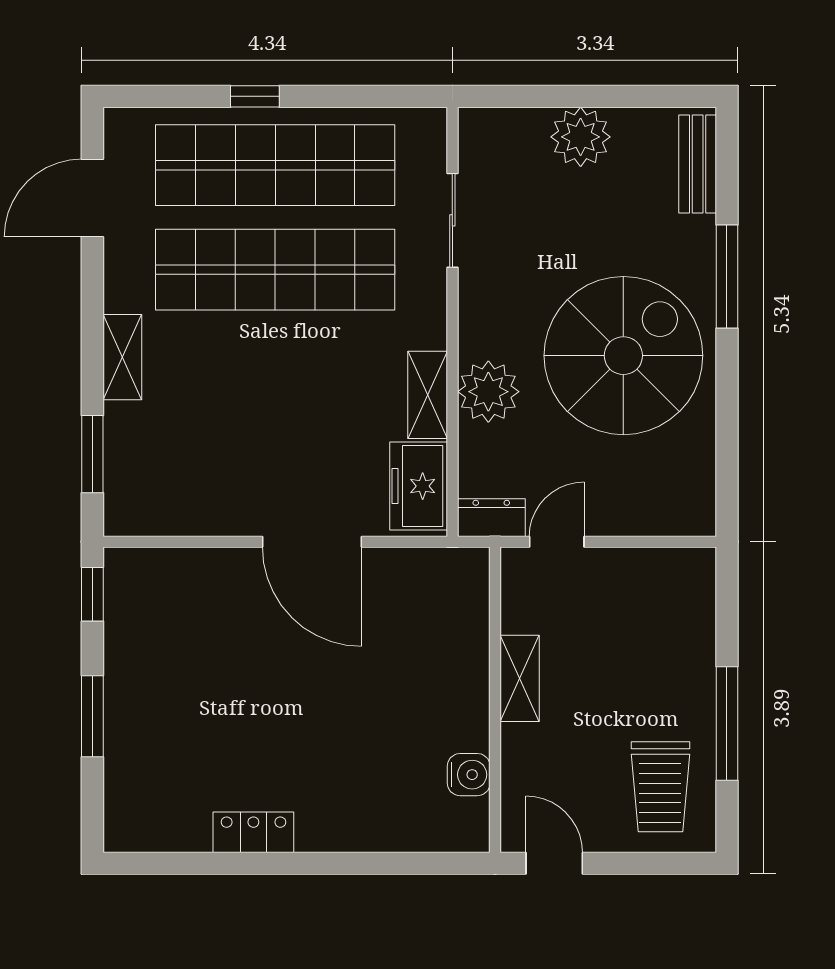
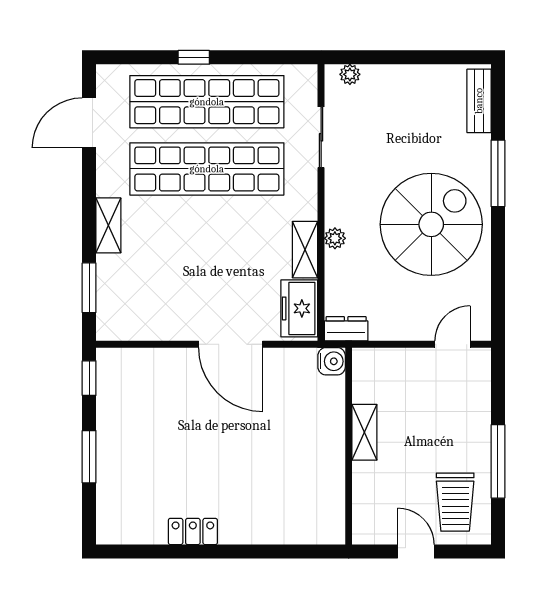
plant: (581, 137) -> (350, 74), moved, width x0.53, depth x0.53
plant: (488, 392) -> (335, 238), width x0.53, depth x0.53
door: (557, 542) -> (452, 344), moved
water cooler: (469, 775) -> (332, 361), moved
door: (554, 863) -> (416, 551), moved

